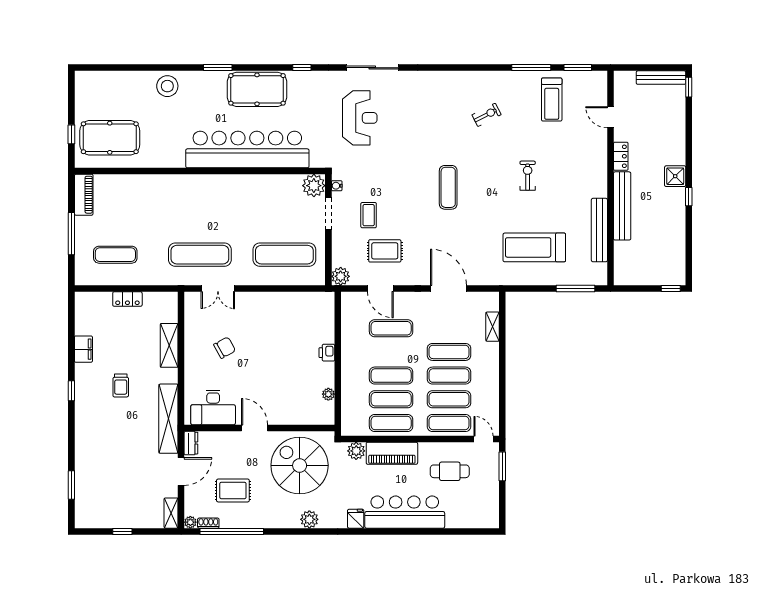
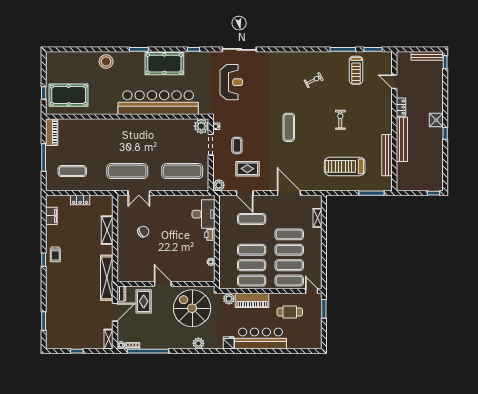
filing cabinet: (83, 349) -> (51, 216), moved
trolley: (121, 385) -> (55, 254), moved
desk: (213, 407) -> (204, 214), moved, turned -90
rug: (233, 490) -> (144, 301), moved, turned 90

